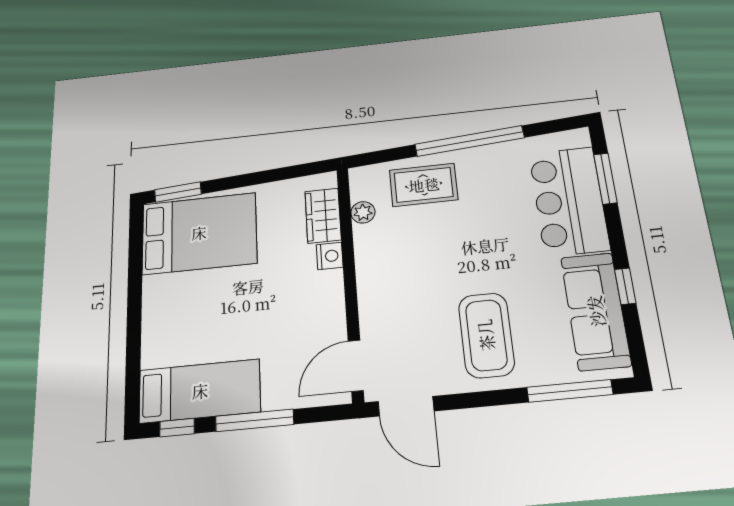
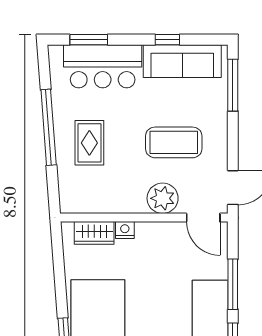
rug: (424, 185) -> (89, 143), moved
plant: (363, 212) -> (163, 198), moved, width x1.87, depth x1.87
coffee table: (486, 335) -> (174, 142), moved

